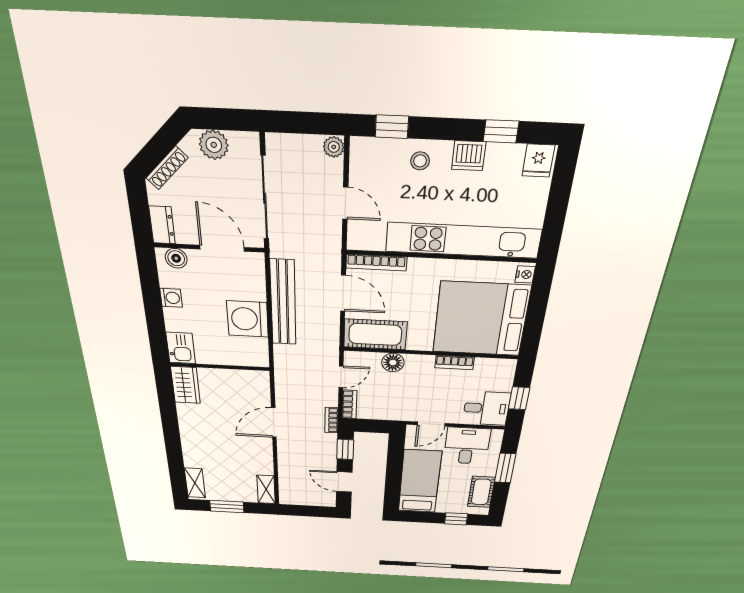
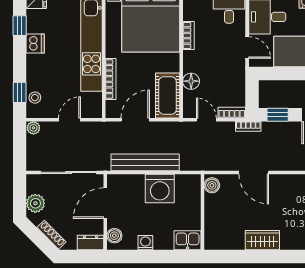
stool: (420, 161) -> (35, 98), moved
bookcase: (376, 263) -> (111, 79), moved
boiler: (255, 379) -> (212, 185), added
wardrobe: (185, 385) -> (262, 240), moved

